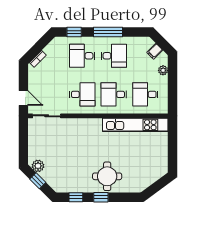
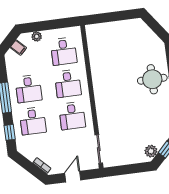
desk: (114, 56) -> (29, 89), turned 180
desk: (82, 94) -> (72, 116), turned 180
door: (23, 98) -> (73, 177), moved
kitchen unit: (135, 125) -> (96, 57), removed

